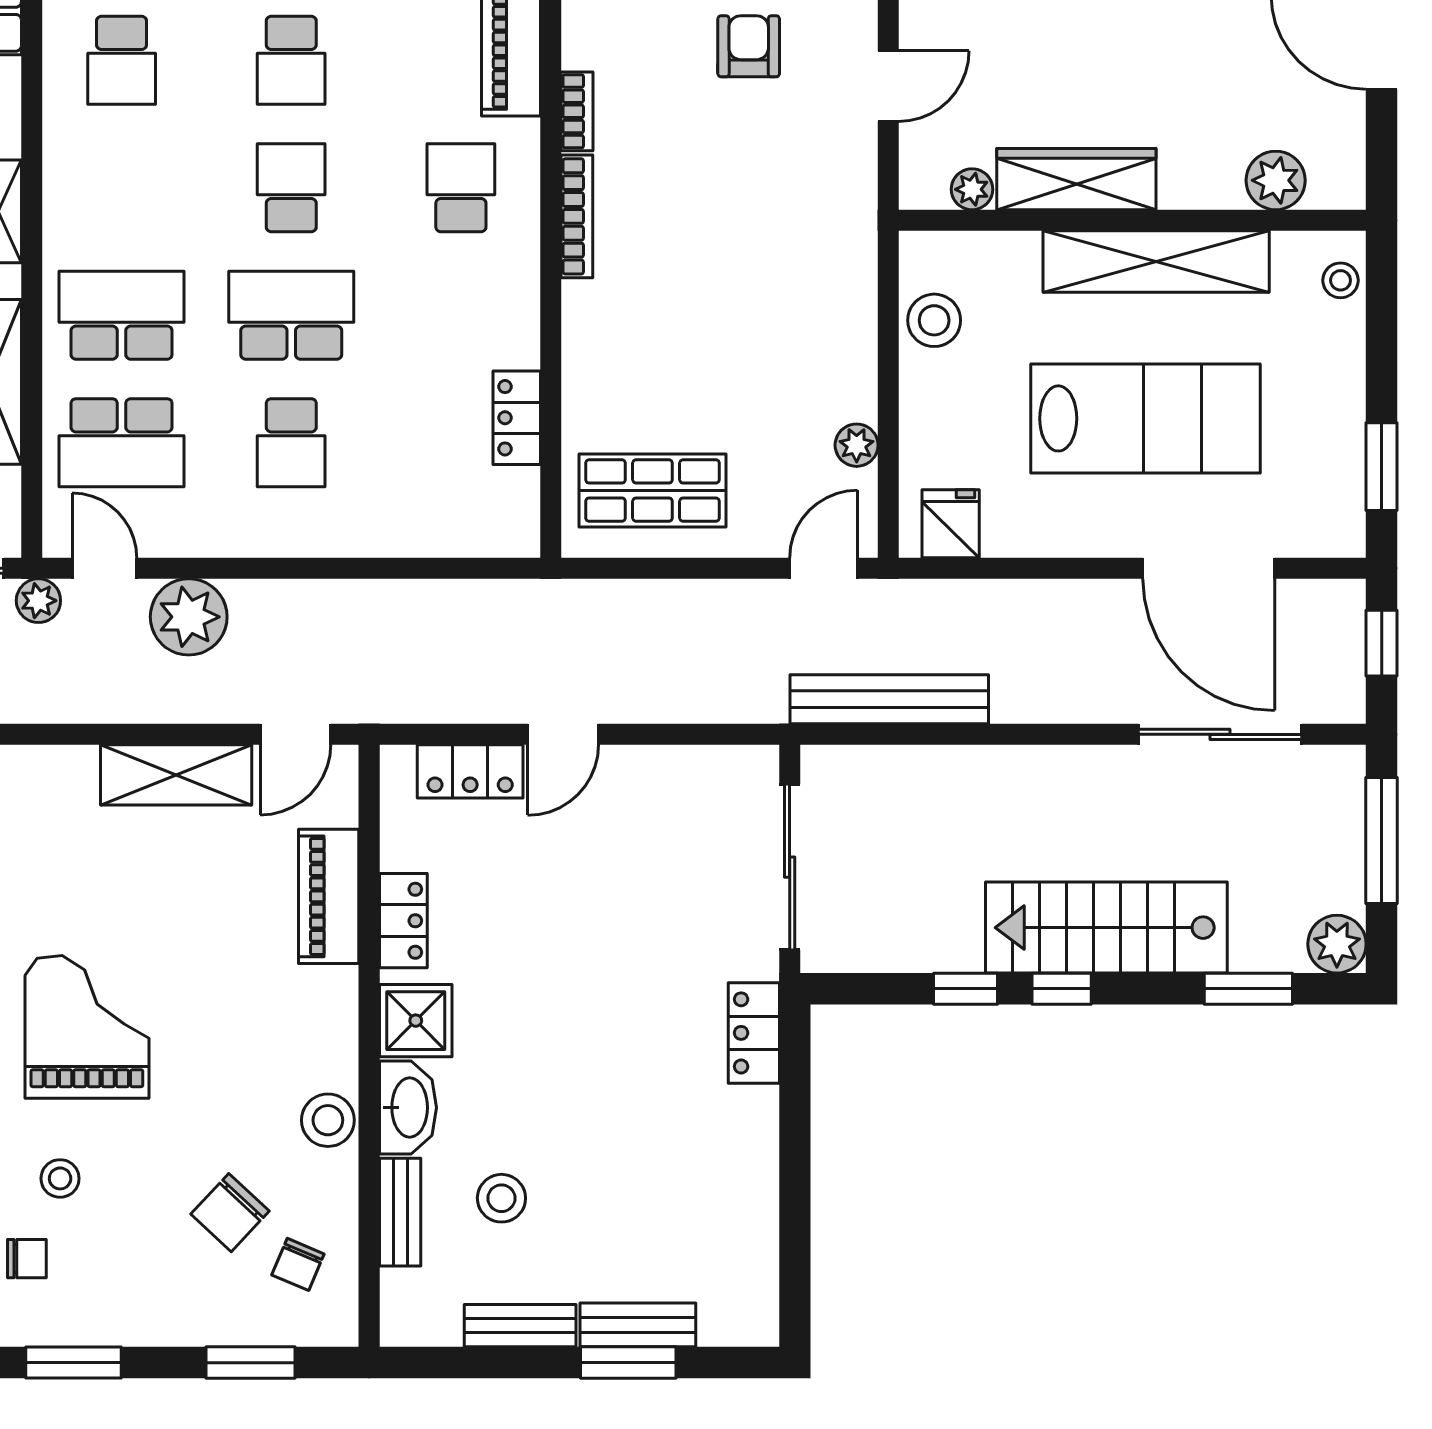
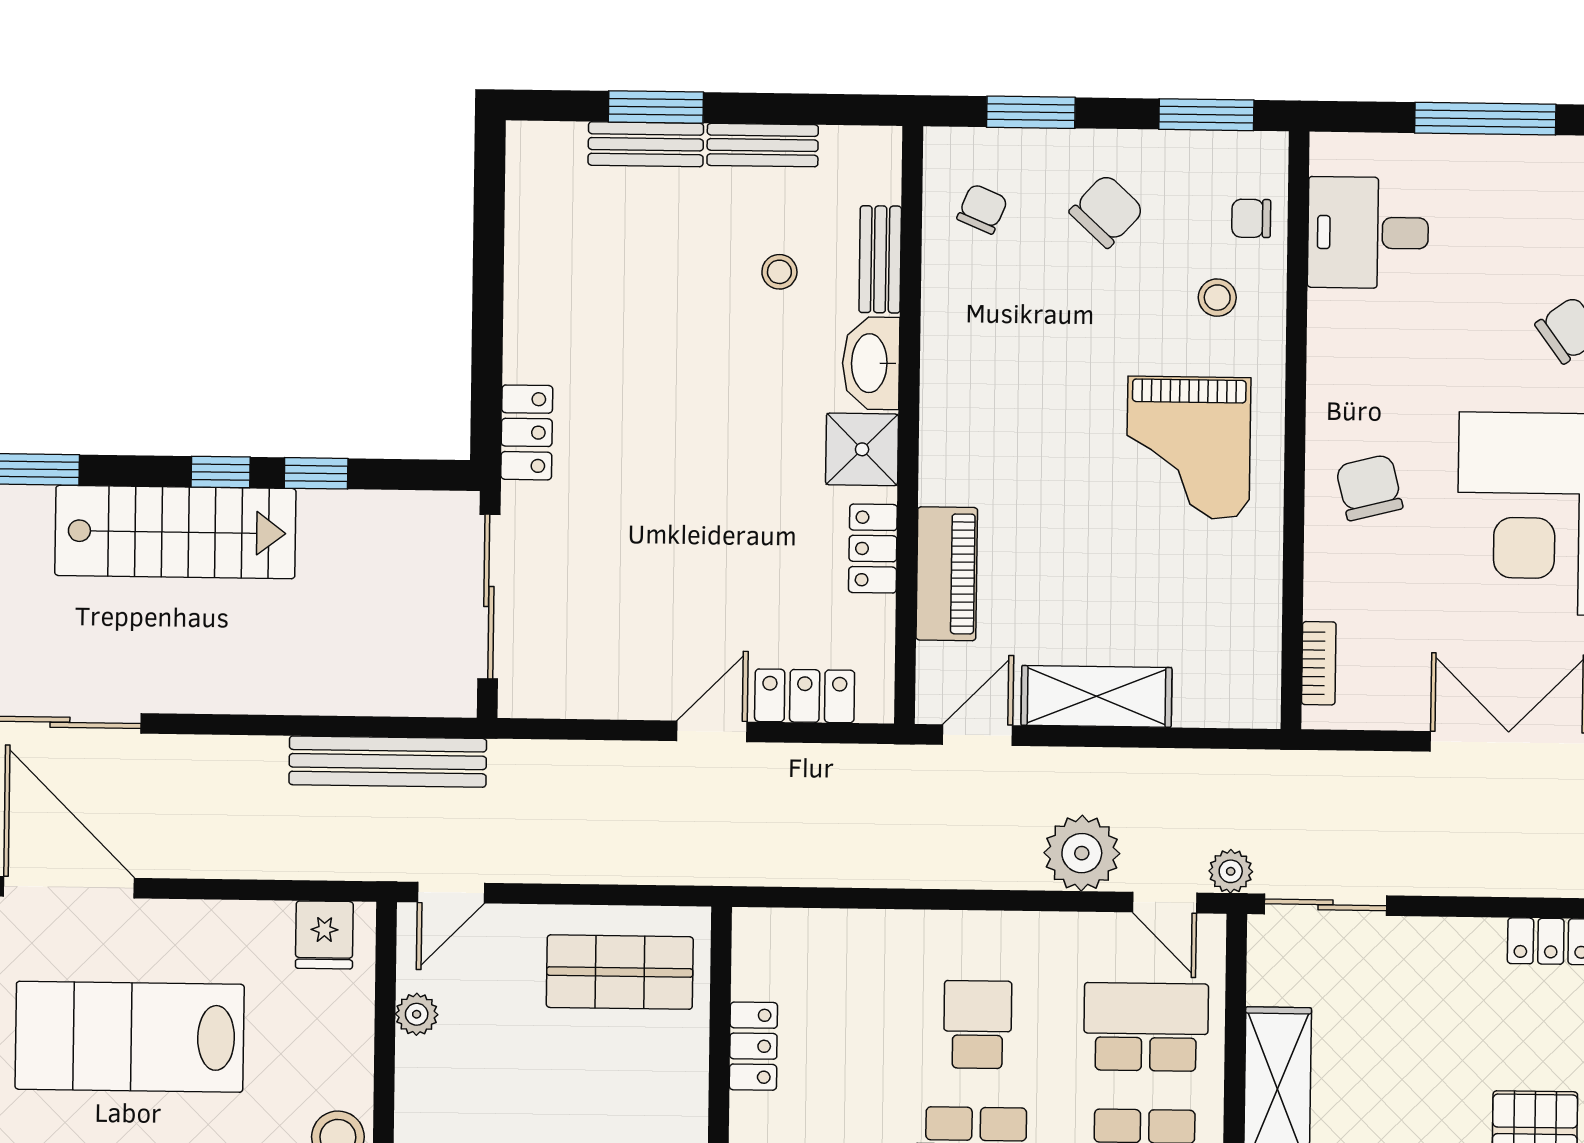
stool: (328, 1120) -> (951, 352), removed
stool: (501, 1198) -> (779, 272), width x0.73, depth x0.73
chair: (230, 1213) -> (1107, 211), moved

